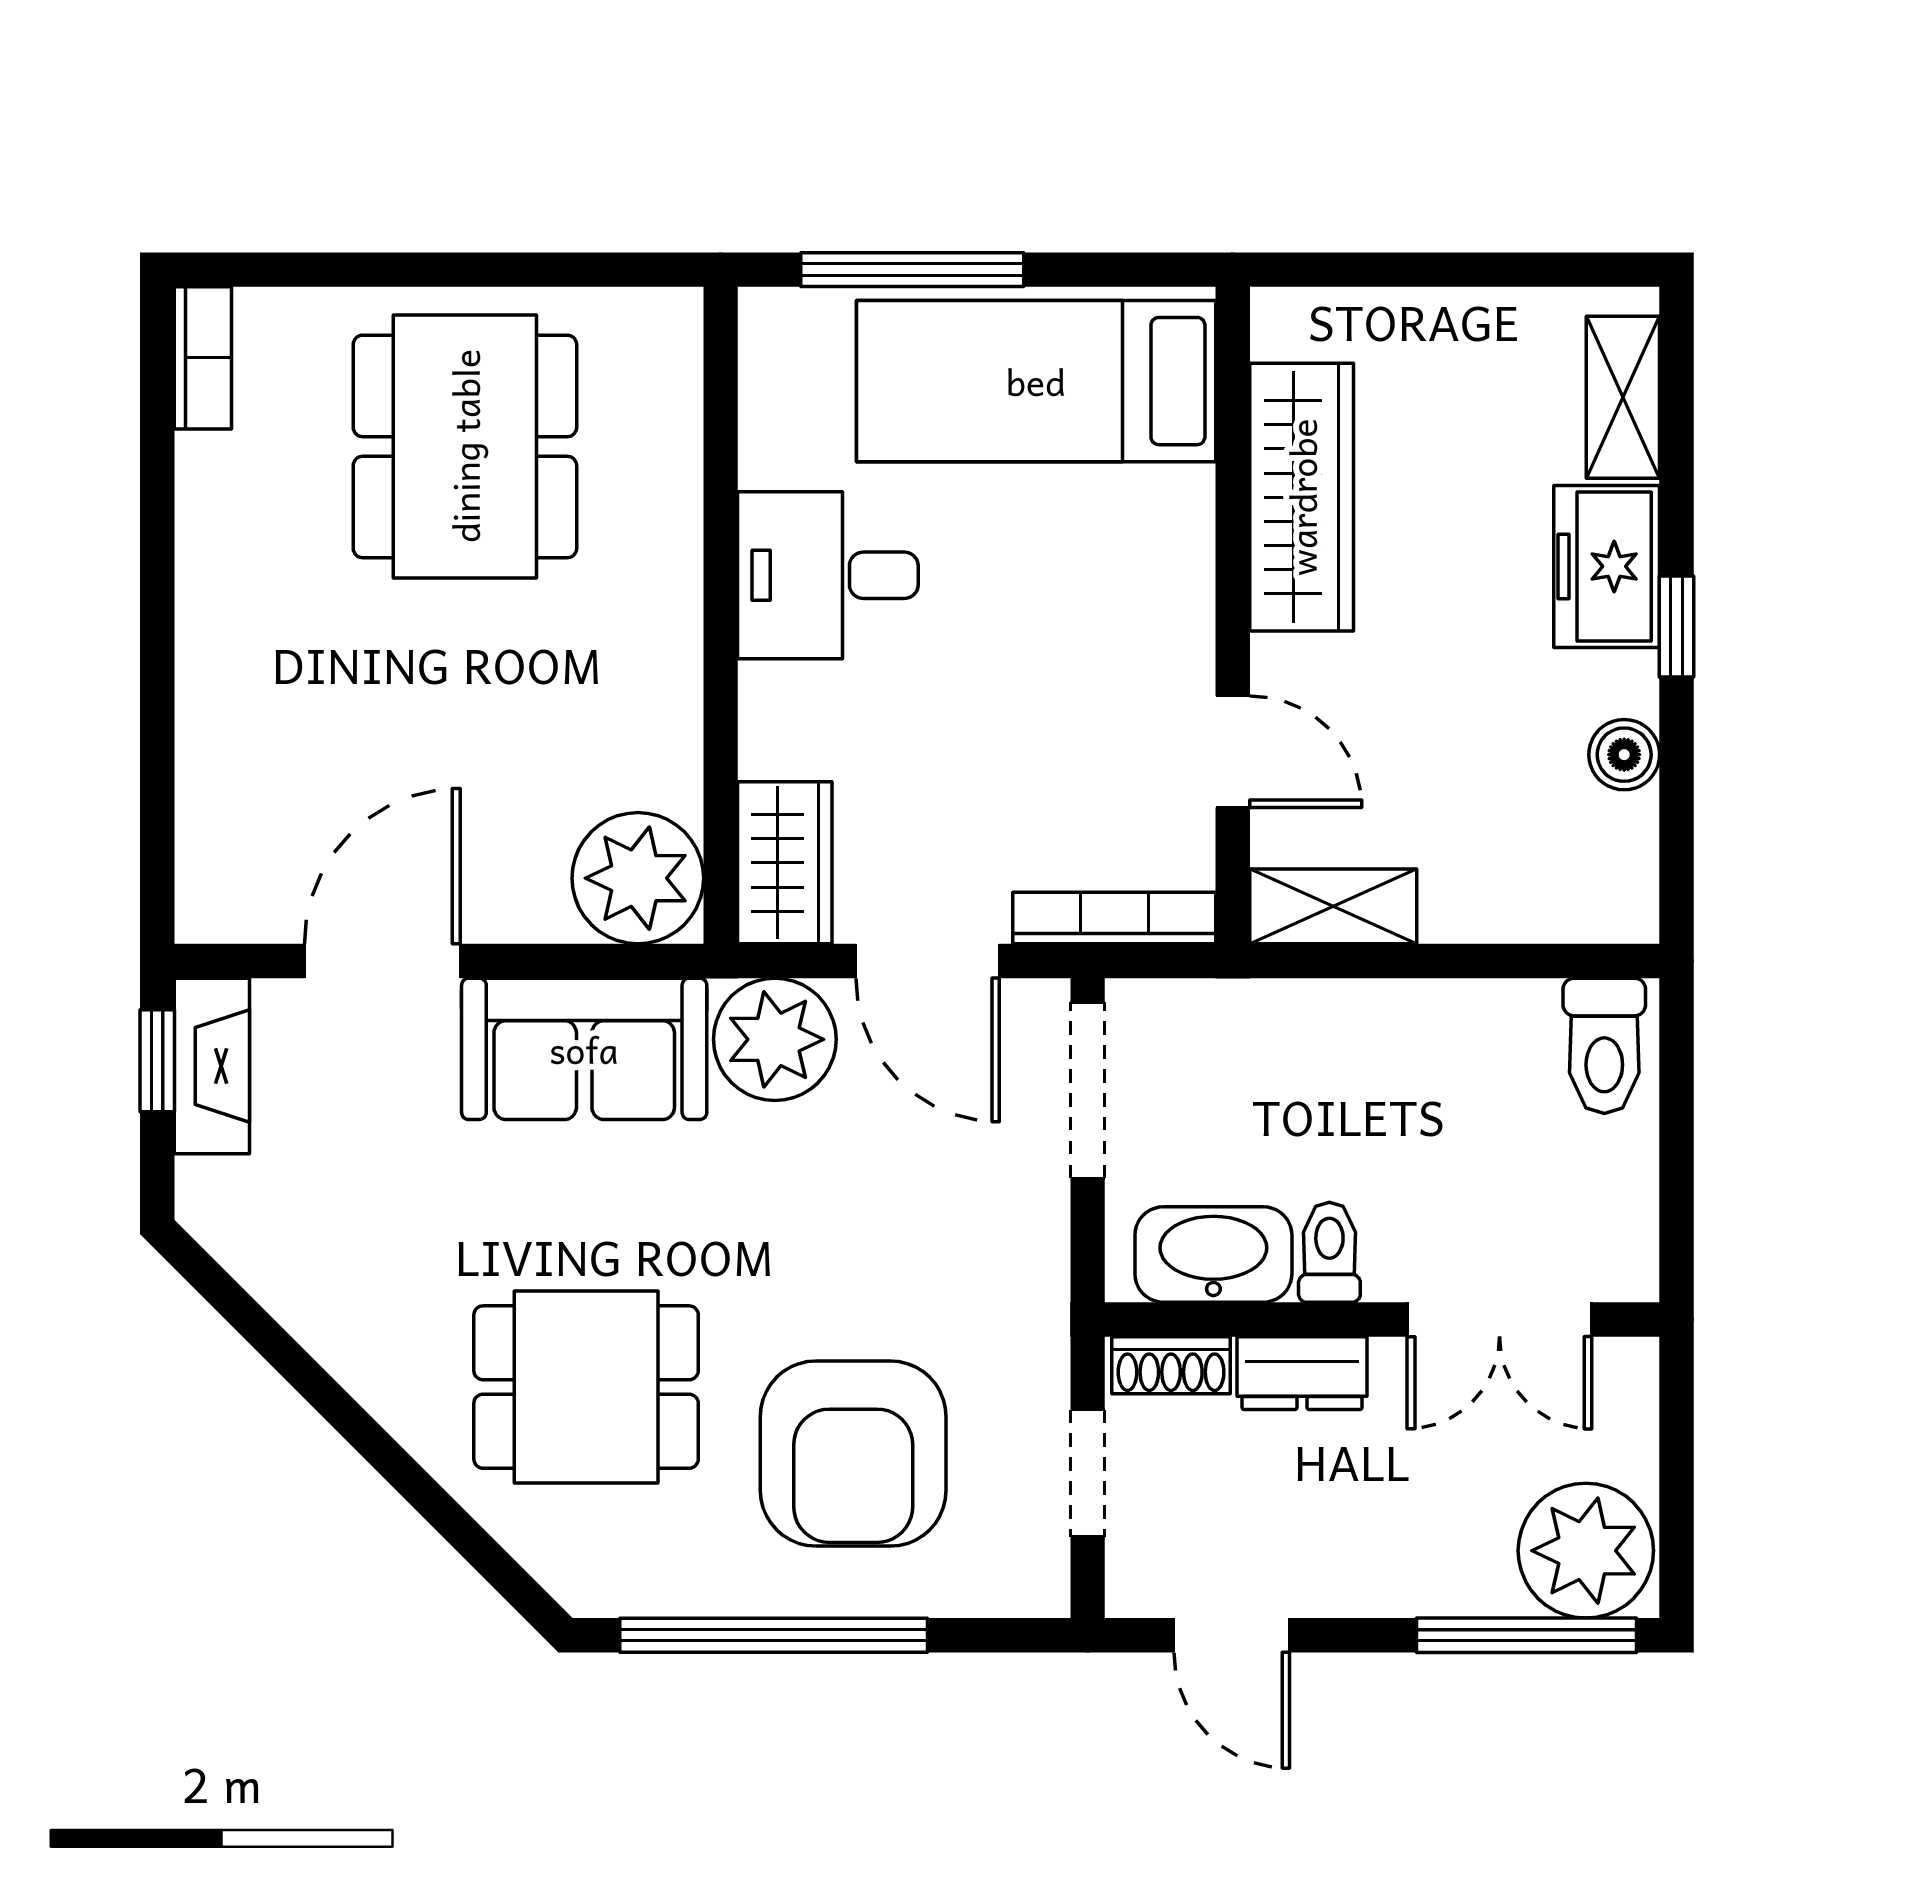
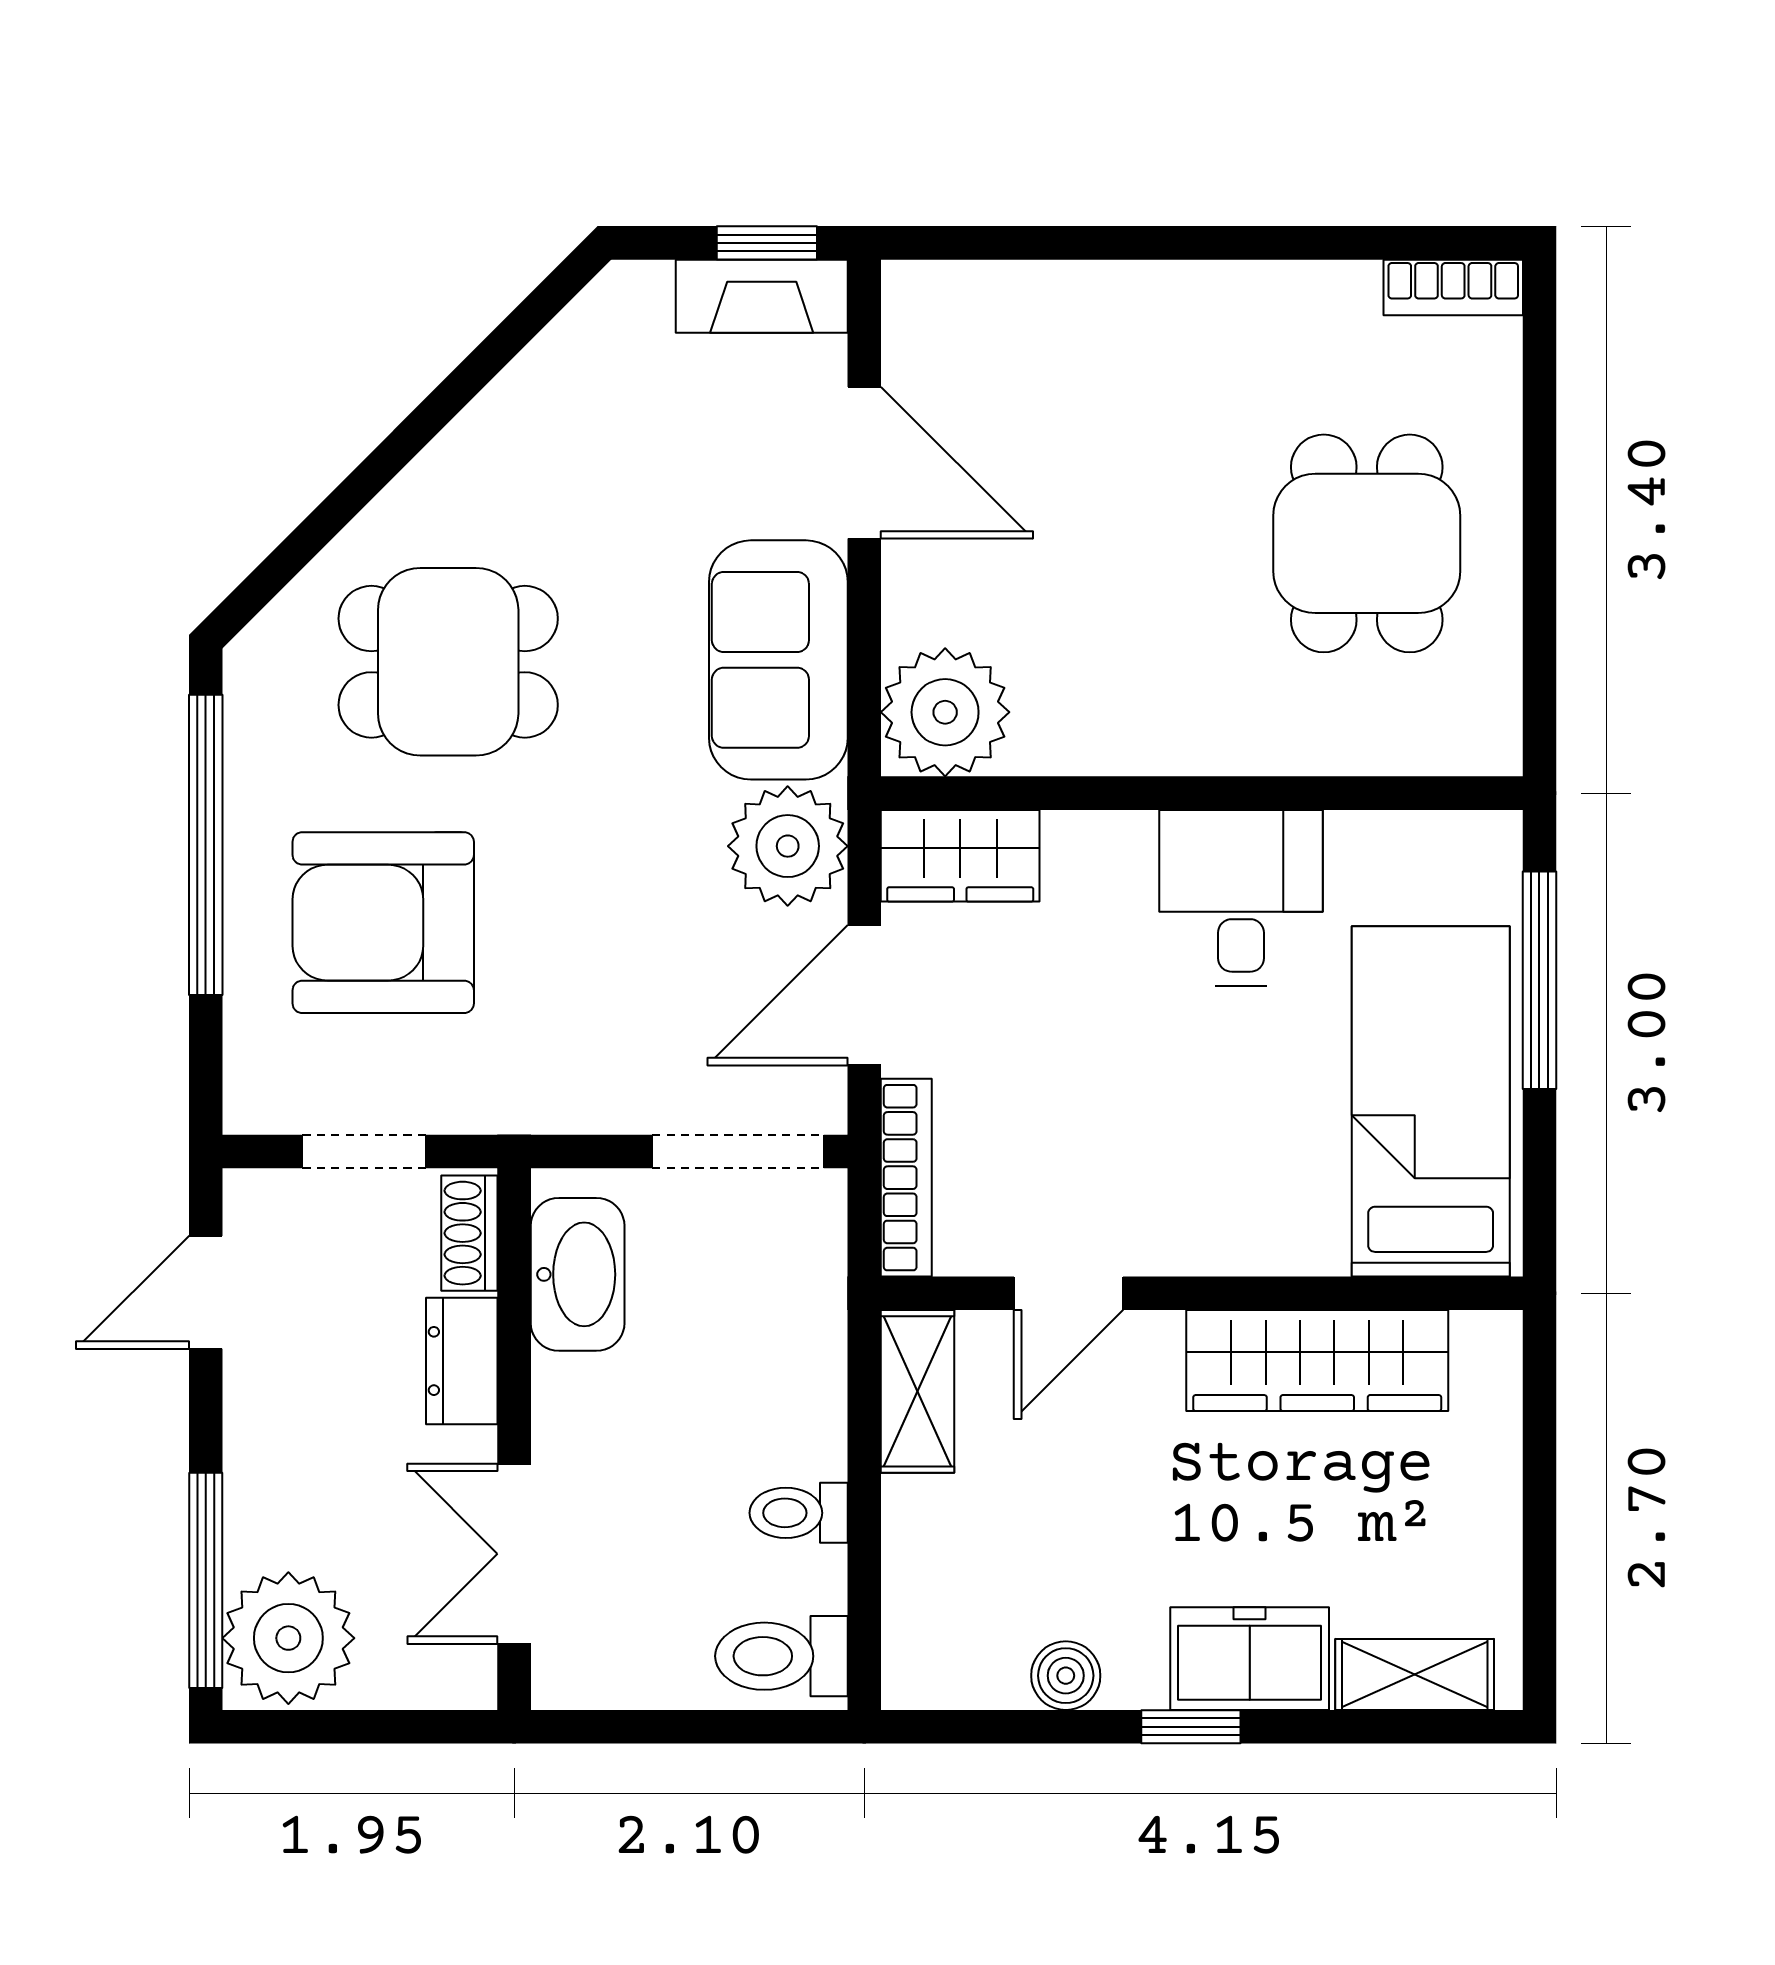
dining table: (465, 446) -> (1367, 543), width x0.73
toilet: (1329, 1252) -> (799, 1513), moved, turned 180
dining table: (586, 1387) -> (448, 662), turned 90

